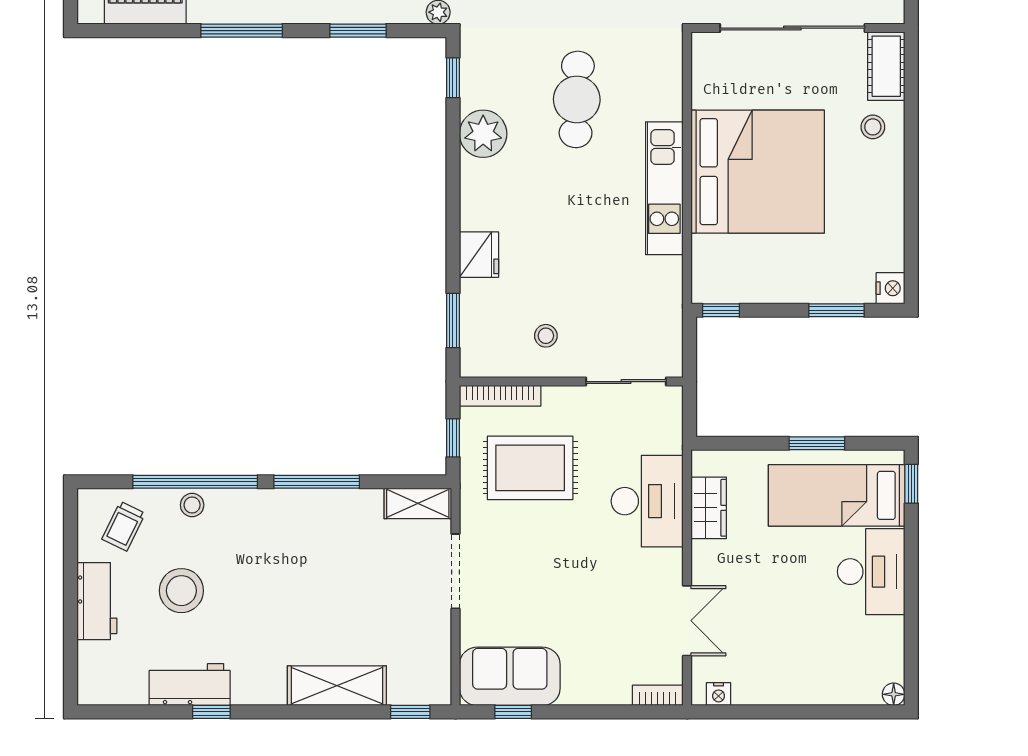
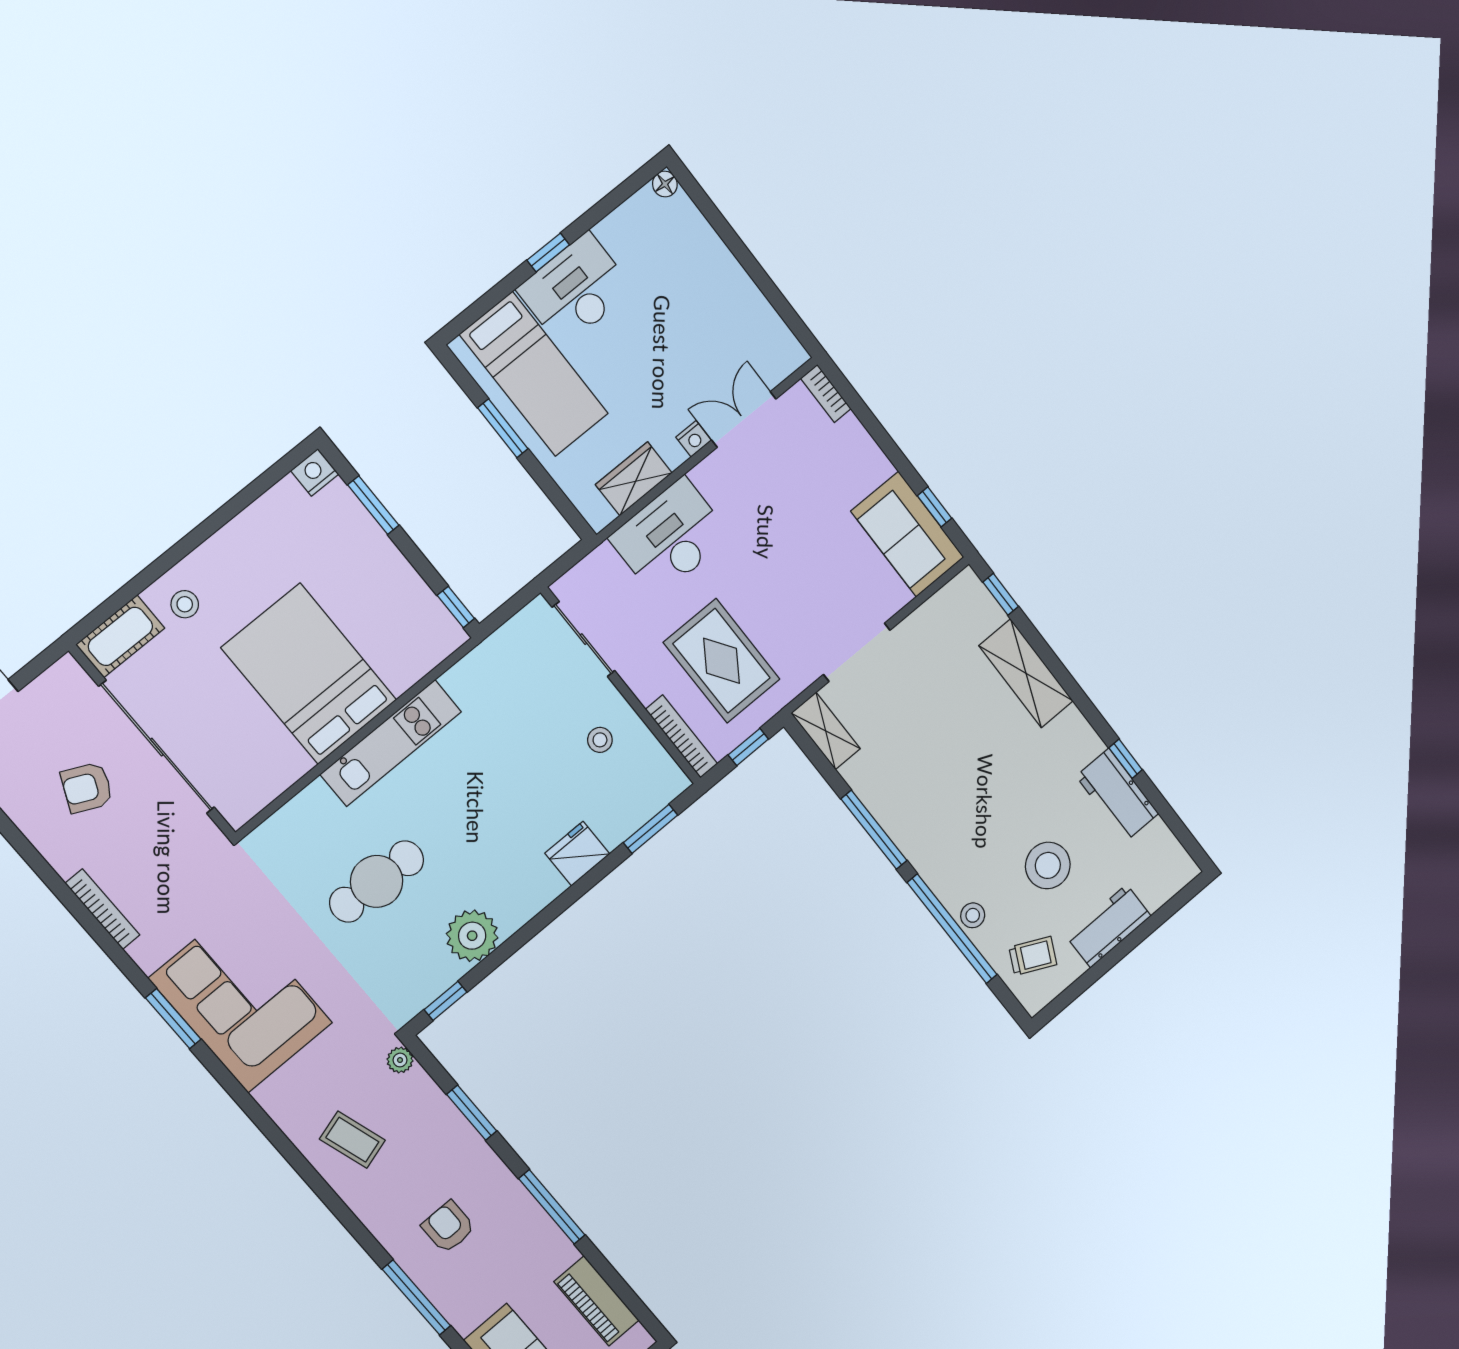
bed: (758, 172) -> (309, 674), width x0.73
window: (911, 484) -> (548, 253), moved
nightstand: (719, 694) -> (694, 439), moved, turned 90

